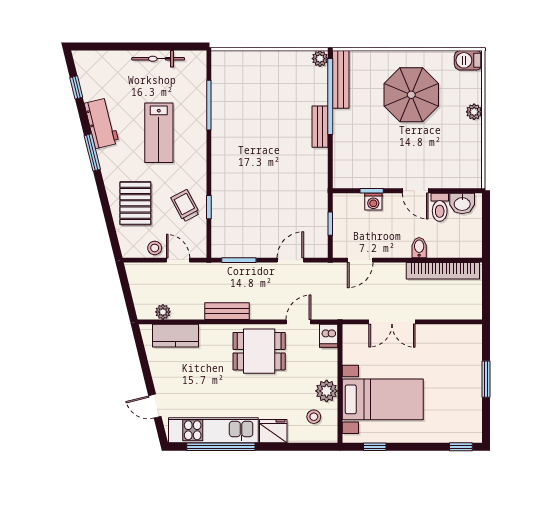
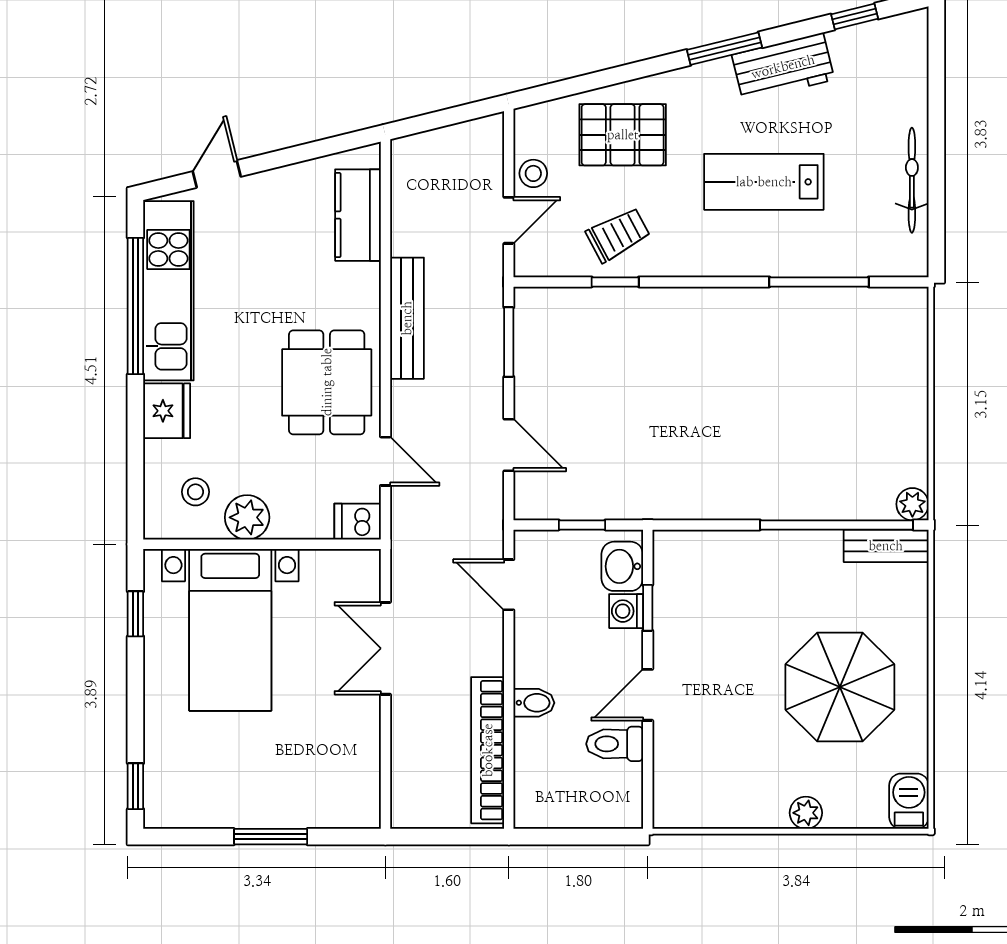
bench: (341, 79) -> (886, 546), width x0.73
bench: (320, 127) -> (776, 504), removed
washbasin: (462, 203) -> (622, 566), moved
bench: (227, 311) -> (407, 318), width x1.36
plant: (163, 312) -> (405, 190), removed

